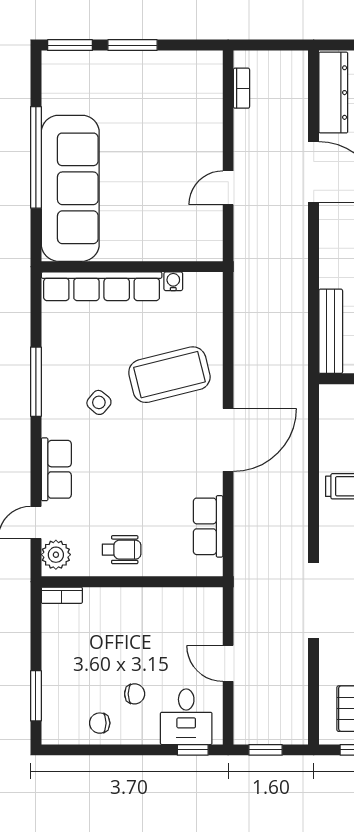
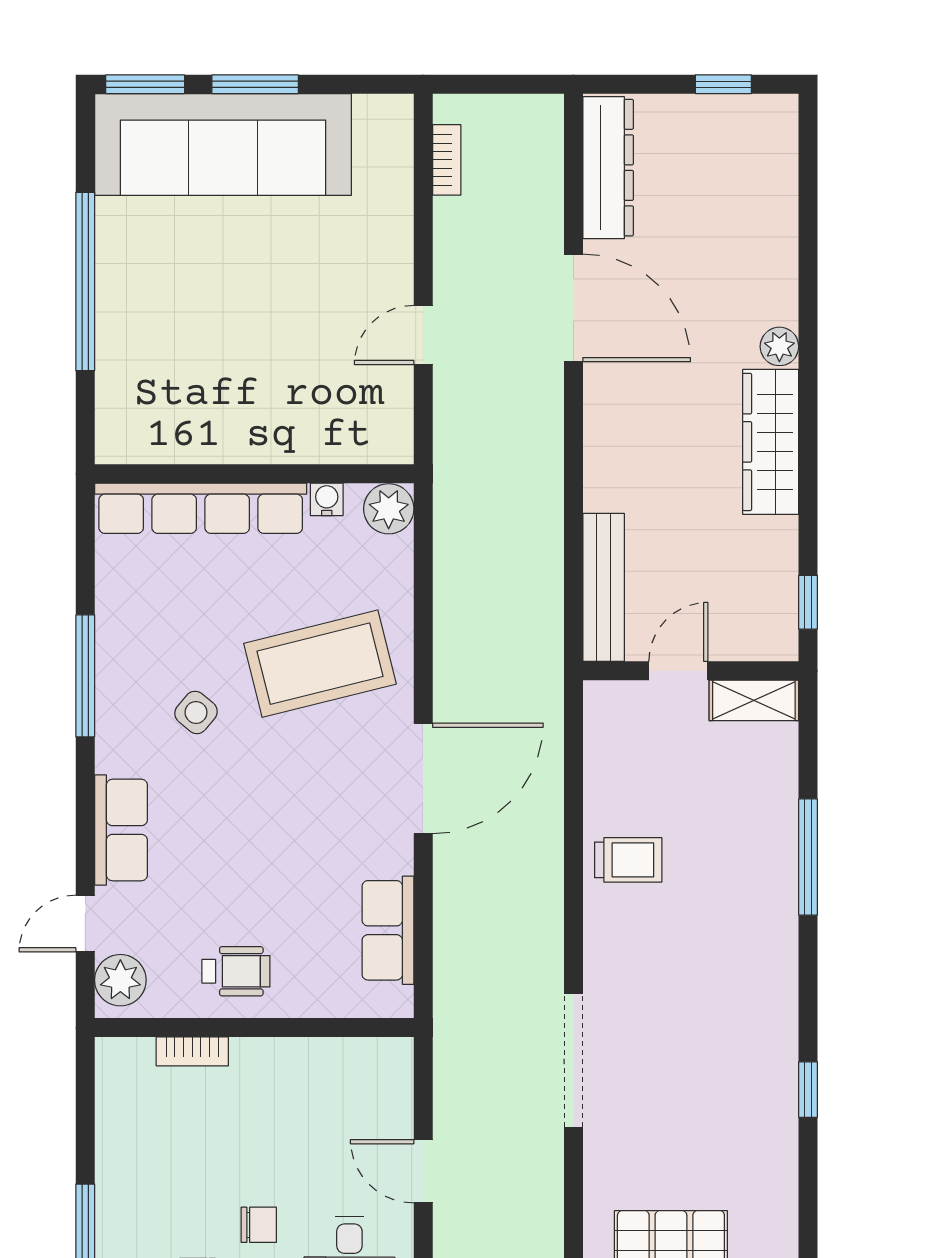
sofa: (70, 188) -> (223, 145), moved, turned 90
plant: (209, 287) -> (389, 509), added
bookcase: (62, 595) -> (192, 1051), moved

